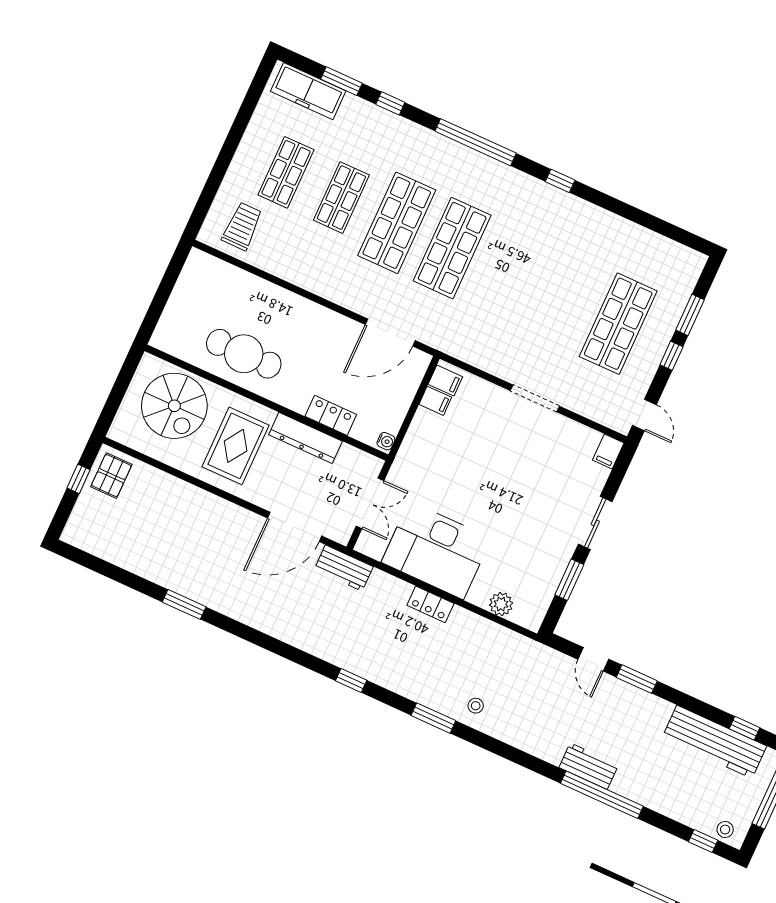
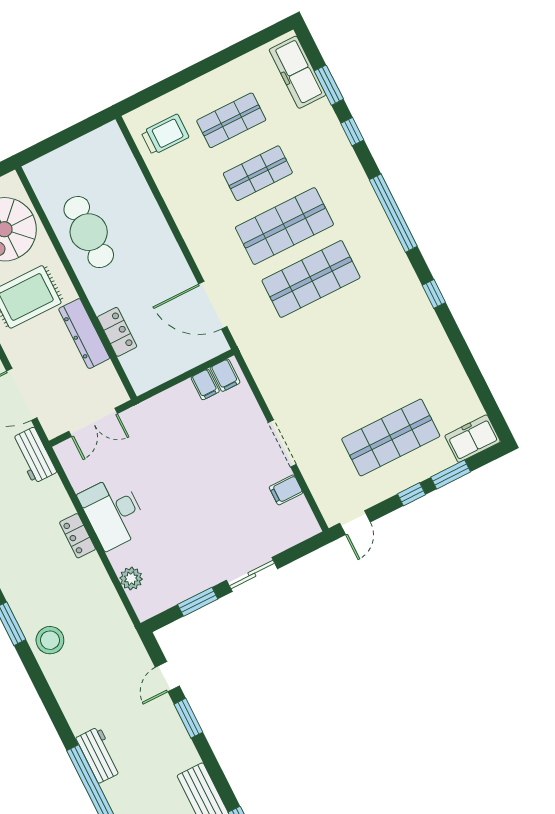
freezer: (685, 272) -> (473, 439), added
water cooler: (386, 441) -> (143, 385), removed
filing cabinet: (608, 452) -> (286, 490), moved
desk: (436, 550) -> (113, 512), width x0.73, depth x0.77
stool: (476, 706) -> (50, 640), width x1.89, depth x1.89

